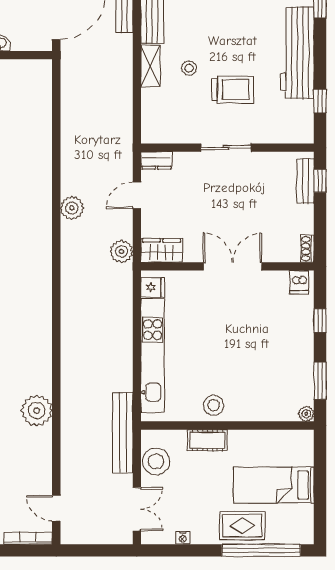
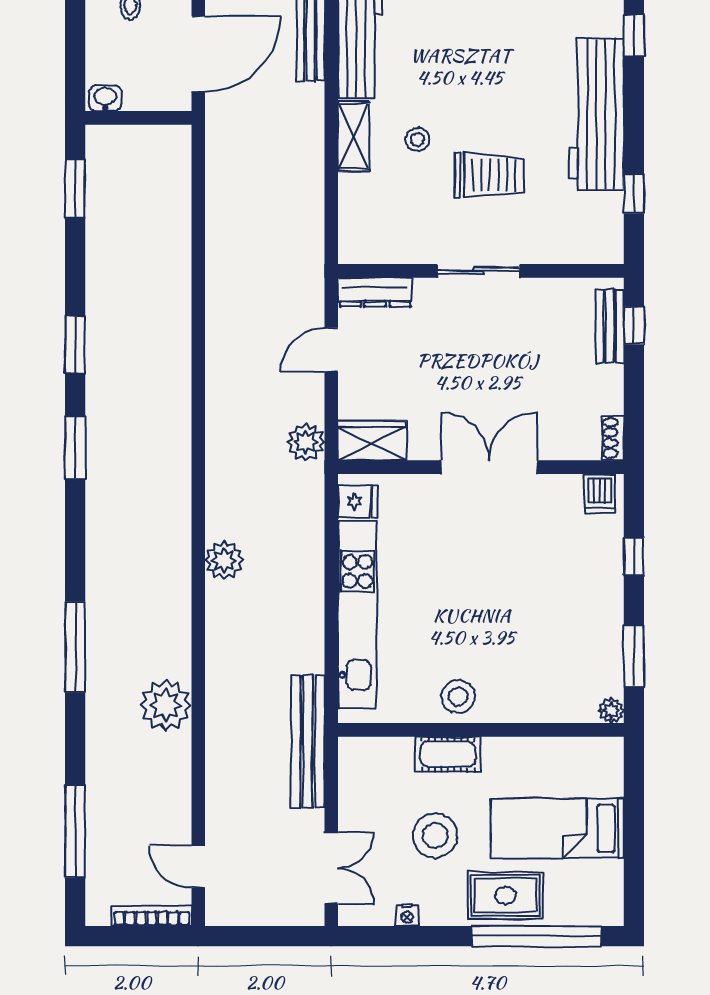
dresser: (156, 161) -> (375, 292), width x1.44
plant: (72, 208) -> (224, 560), moved
stool: (156, 461) -> (435, 836), moved

